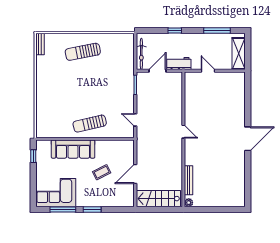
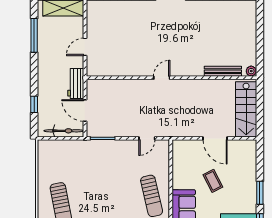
window: (175, 30) -> (34, 104), moved

